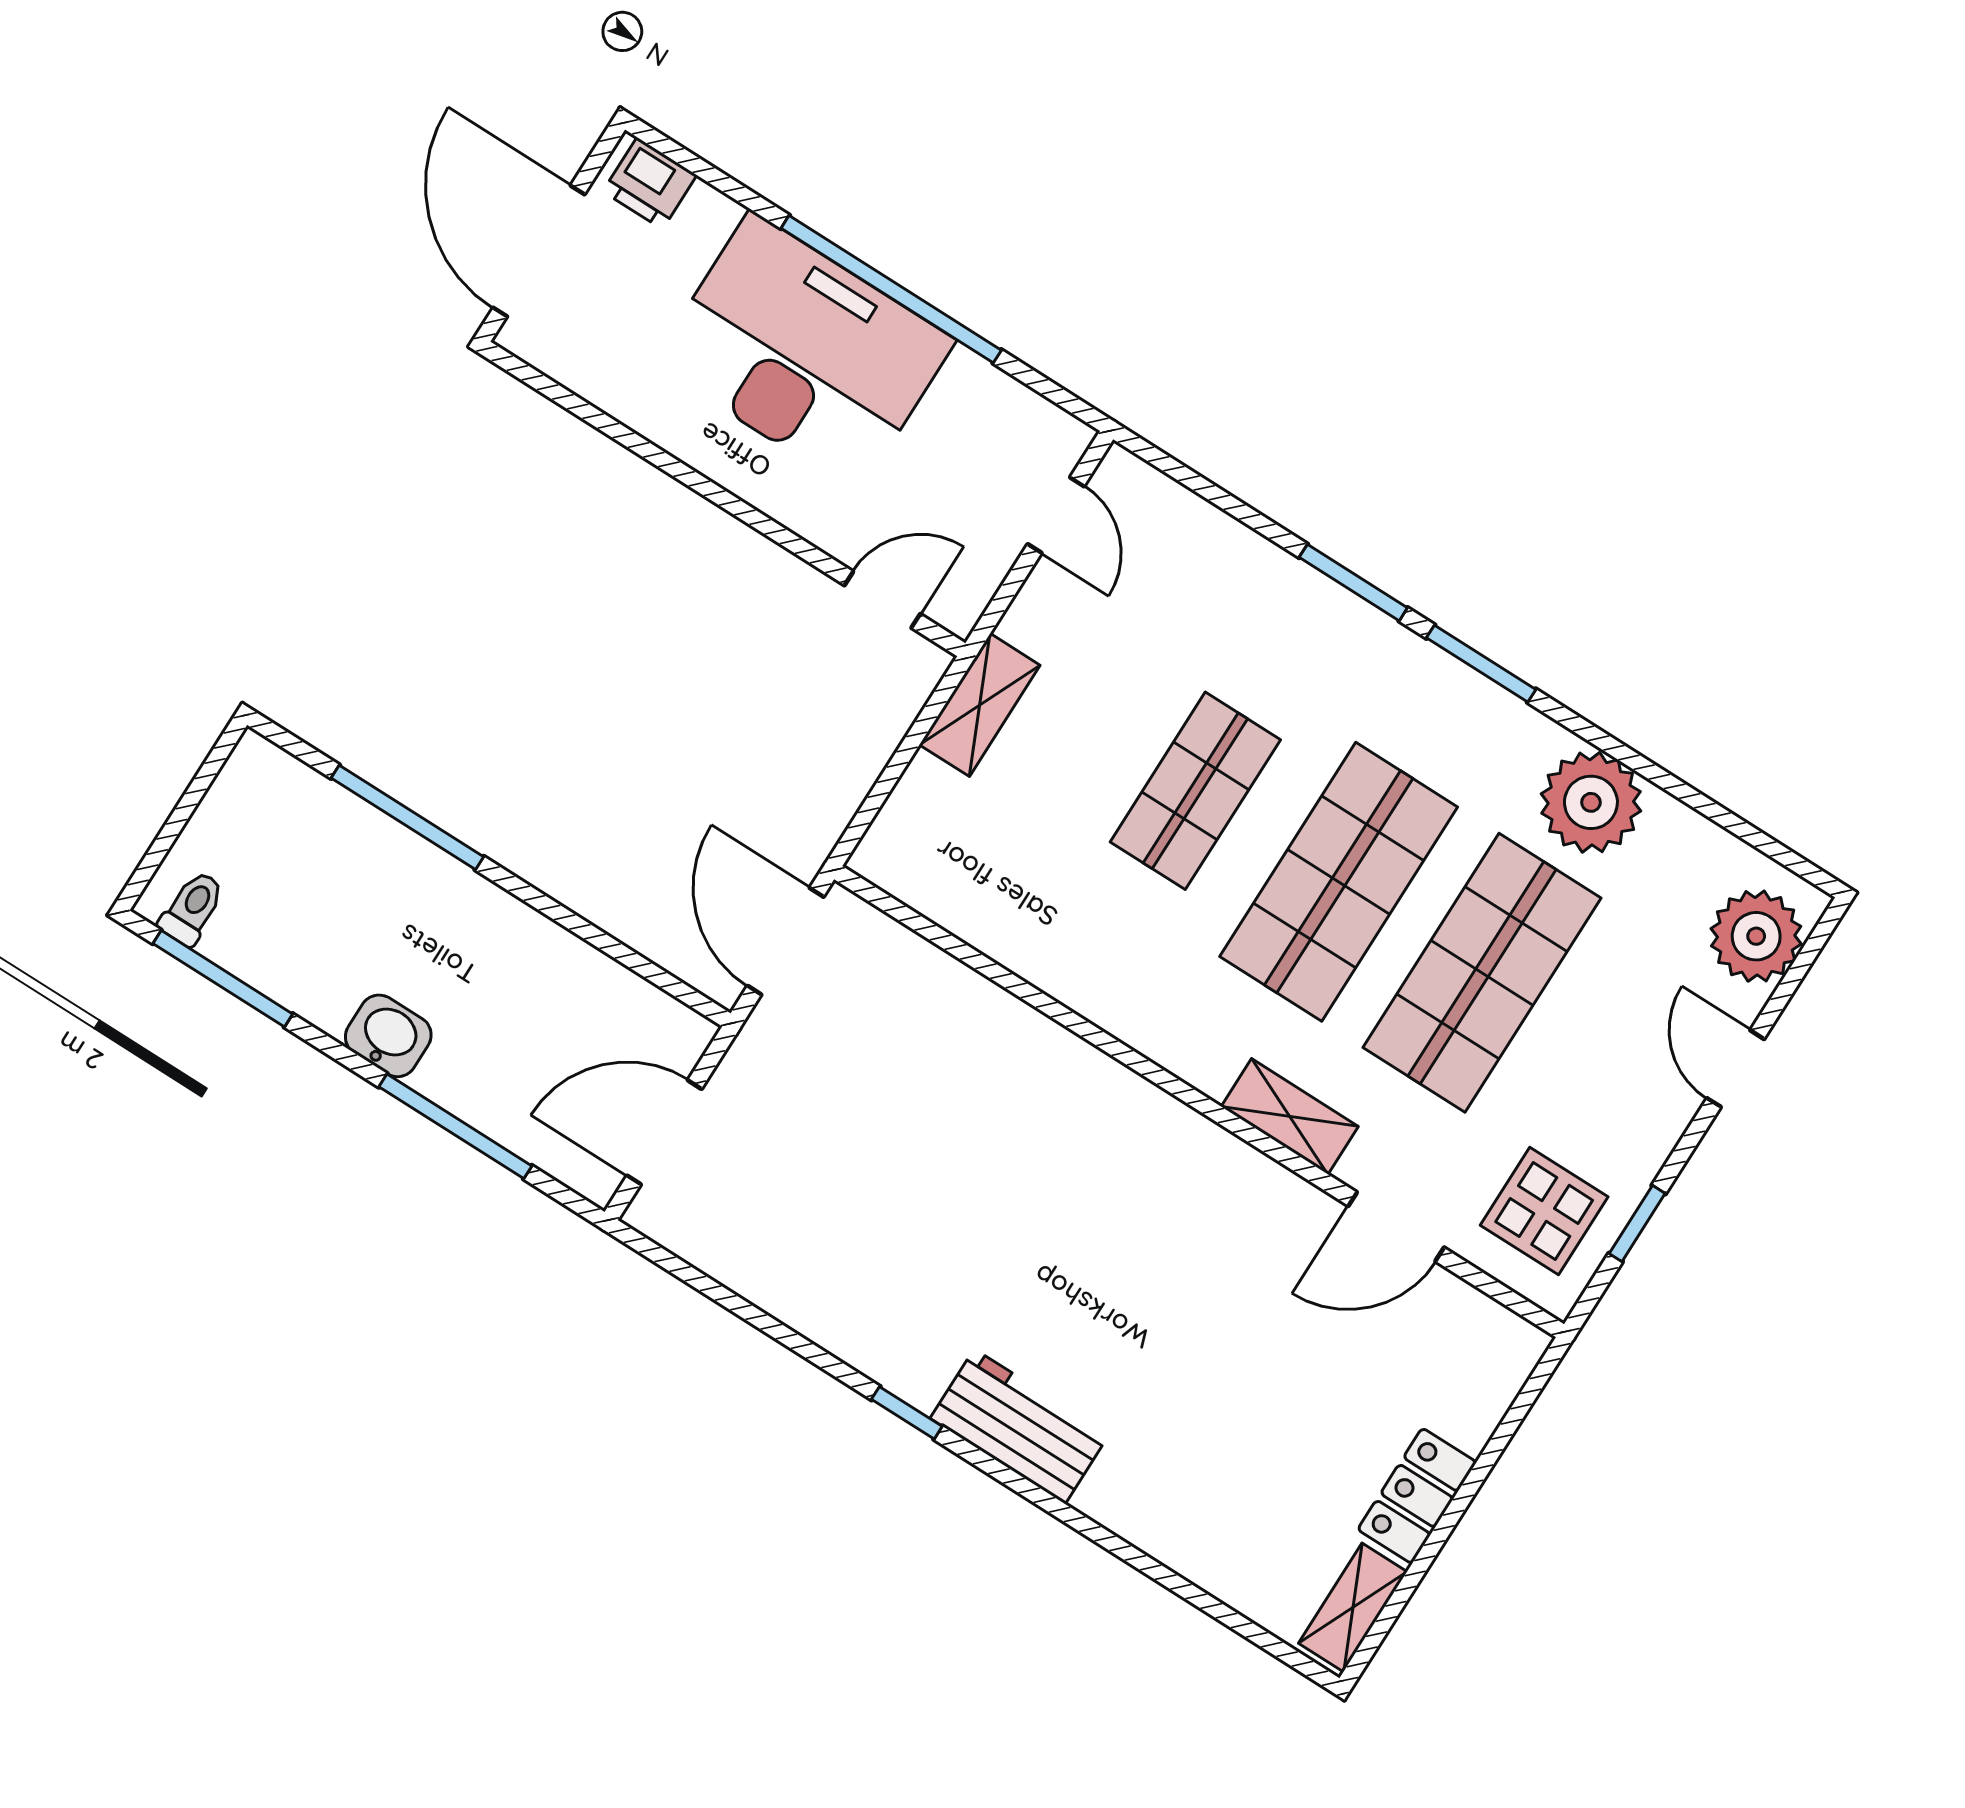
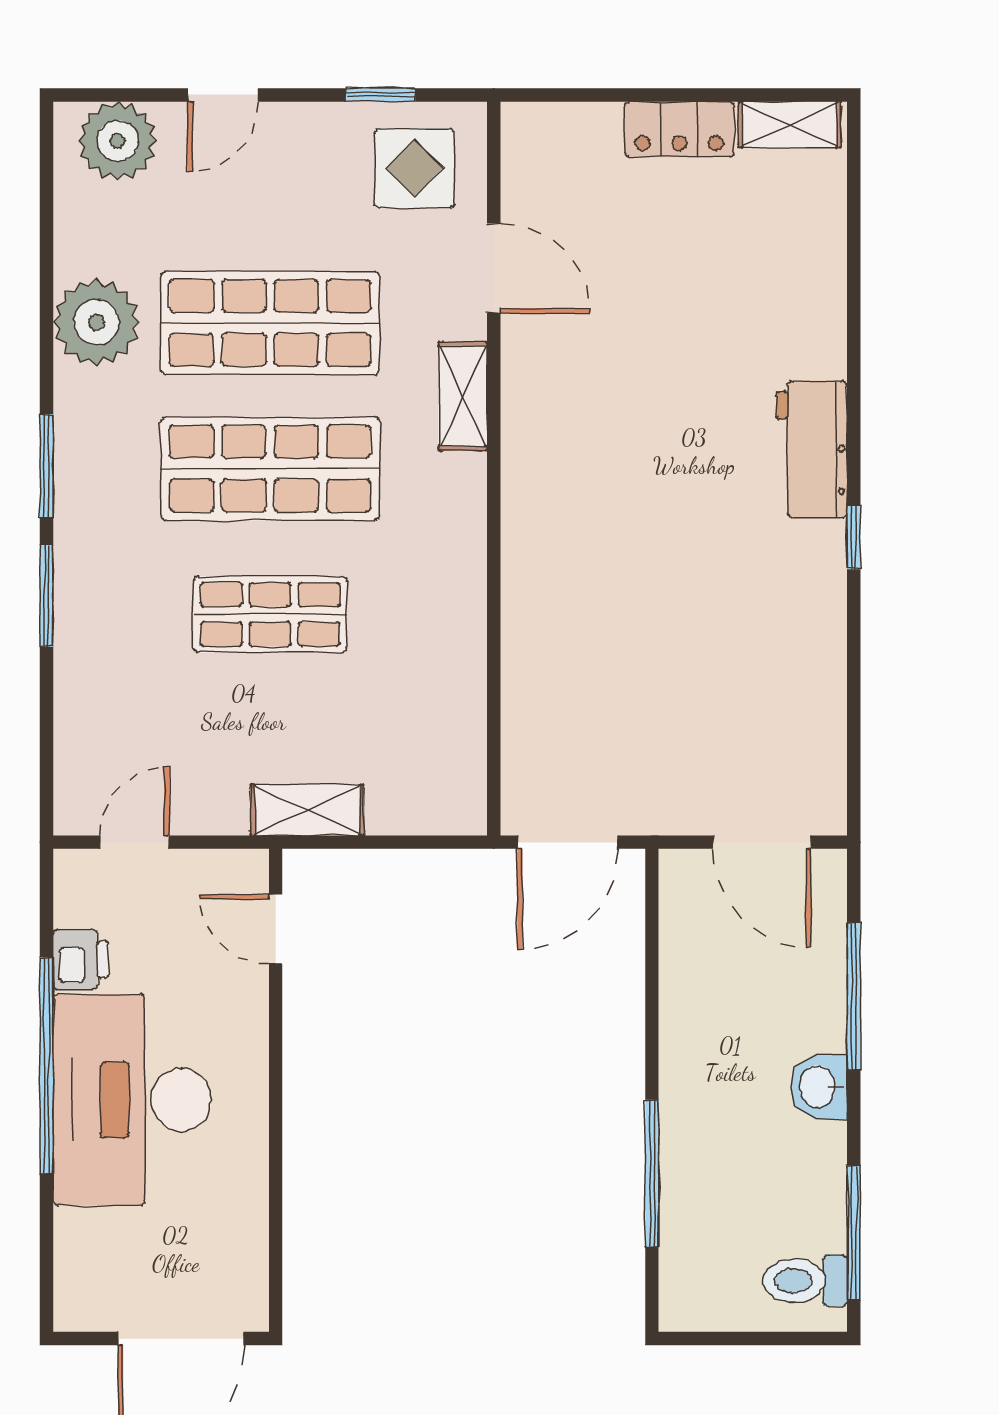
printer: (650, 183) -> (81, 959), moved
toilet: (192, 908) -> (805, 1281), width x1.37, depth x1.39

